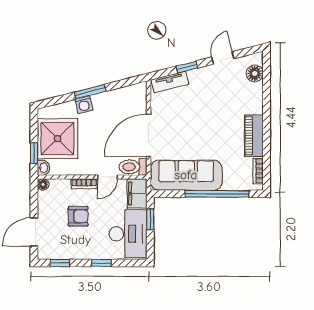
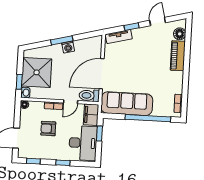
washing machine: (84, 105) -> (68, 47), moved
piano: (254, 136) -> (178, 56), moved
armchair: (78, 216) -> (48, 129), turned 180

